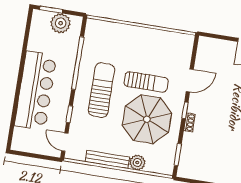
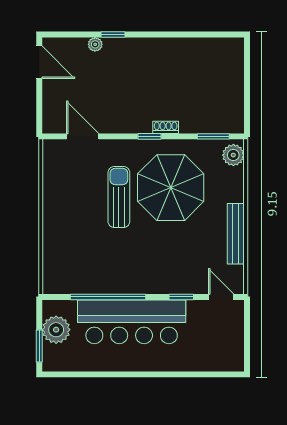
door: (190, 80) -> (83, 136), moved
sun lounger: (101, 90) -> (140, 258), removed
bar counter: (36, 91) -> (132, 322), moved, turned 180
door: (65, 142) -> (221, 297), swing flipped
plant: (137, 162) -> (233, 155), moved

